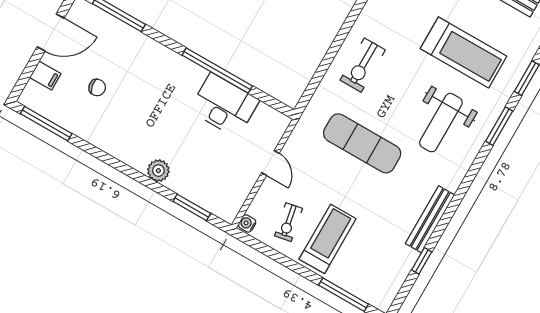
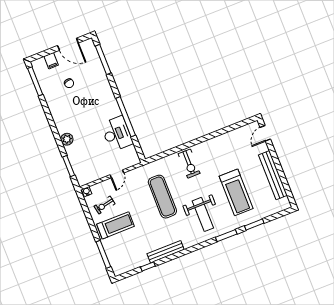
exercise bike: (363, 65) -> (189, 164), turned -90
weight bench: (441, 123) -> (203, 214), turned -90

